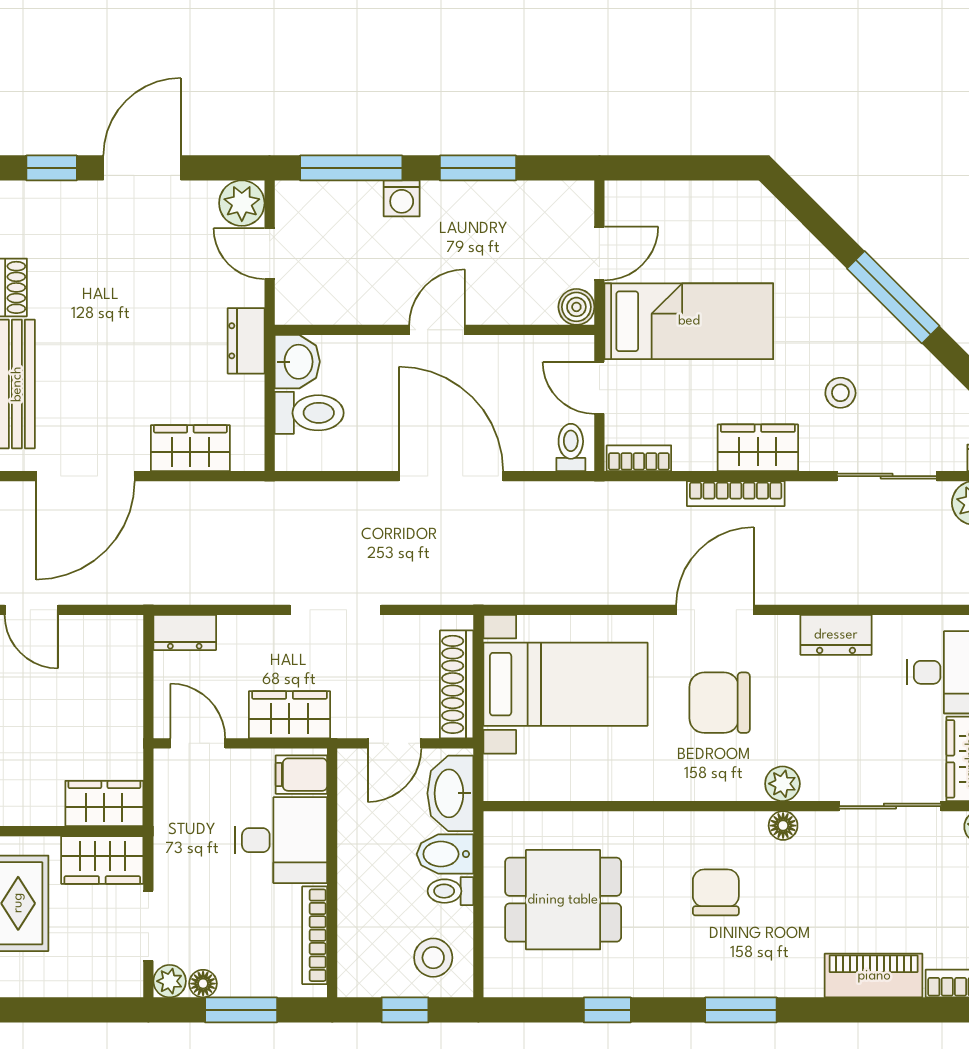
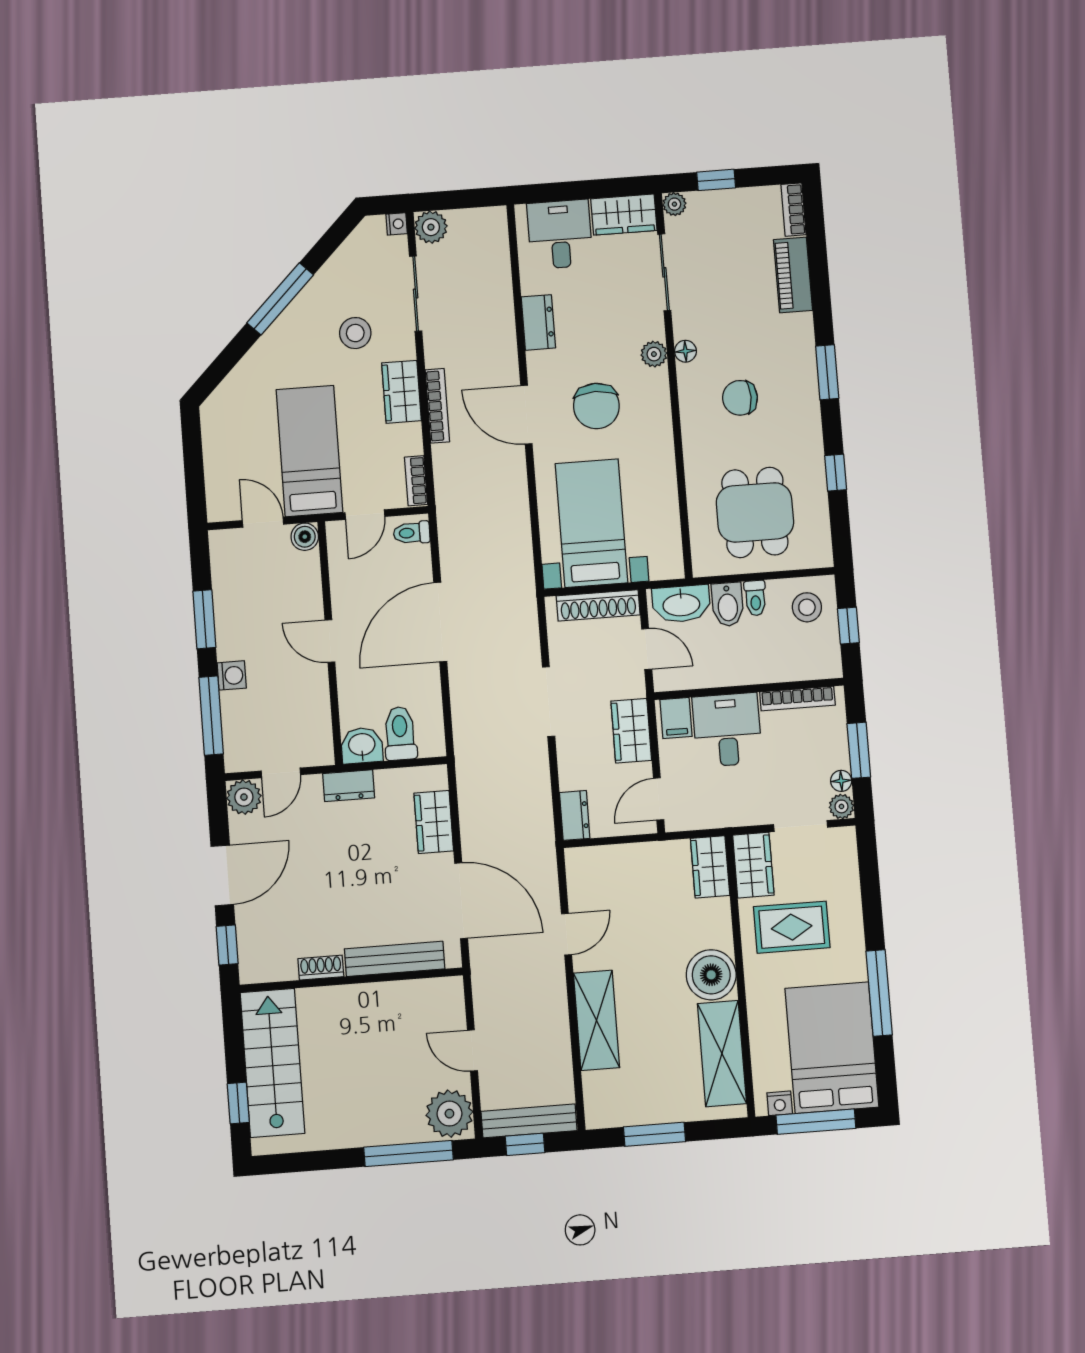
door: (142, 168) -> (222, 875), swing flipped
stool: (840, 393) -> (355, 333), width x1.37, depth x1.37

